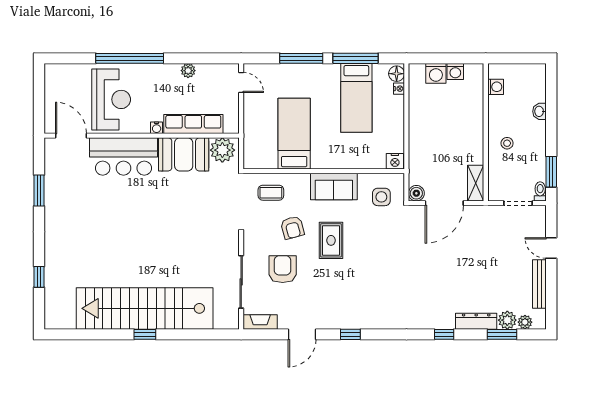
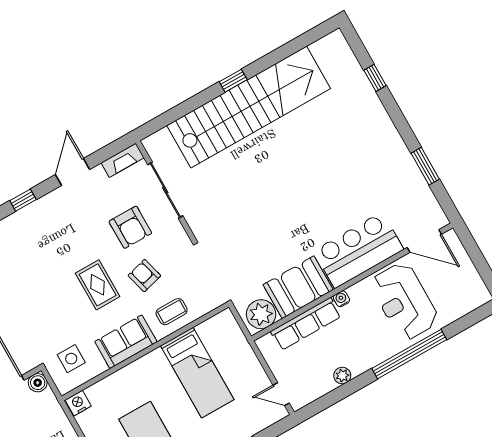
coffee table: (271, 193) -> (172, 312), moved

